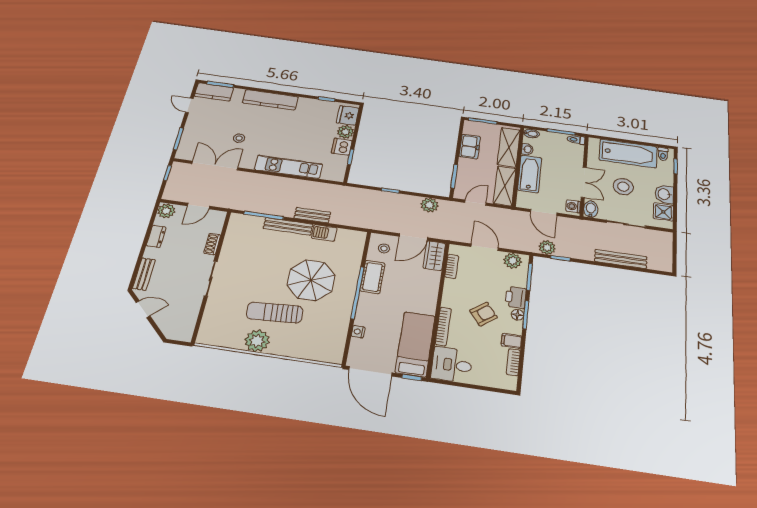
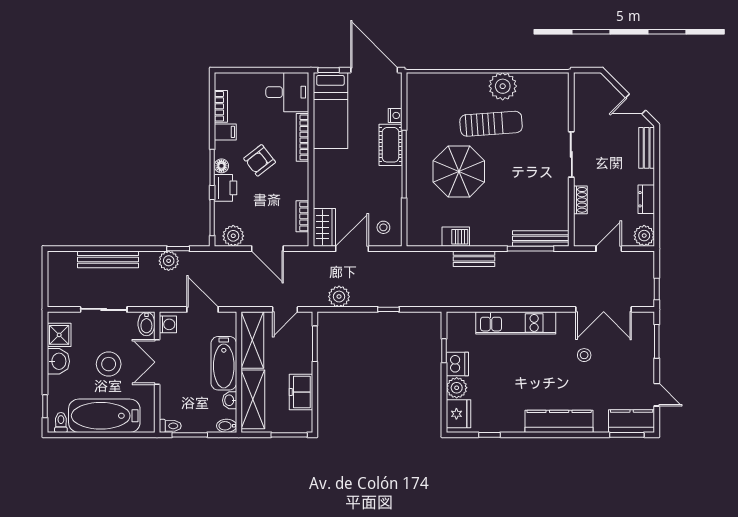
bench: (288, 226) -> (541, 238), moved
plant: (547, 247) -> (169, 261), moved
cot: (372, 277) -> (391, 145), moved

